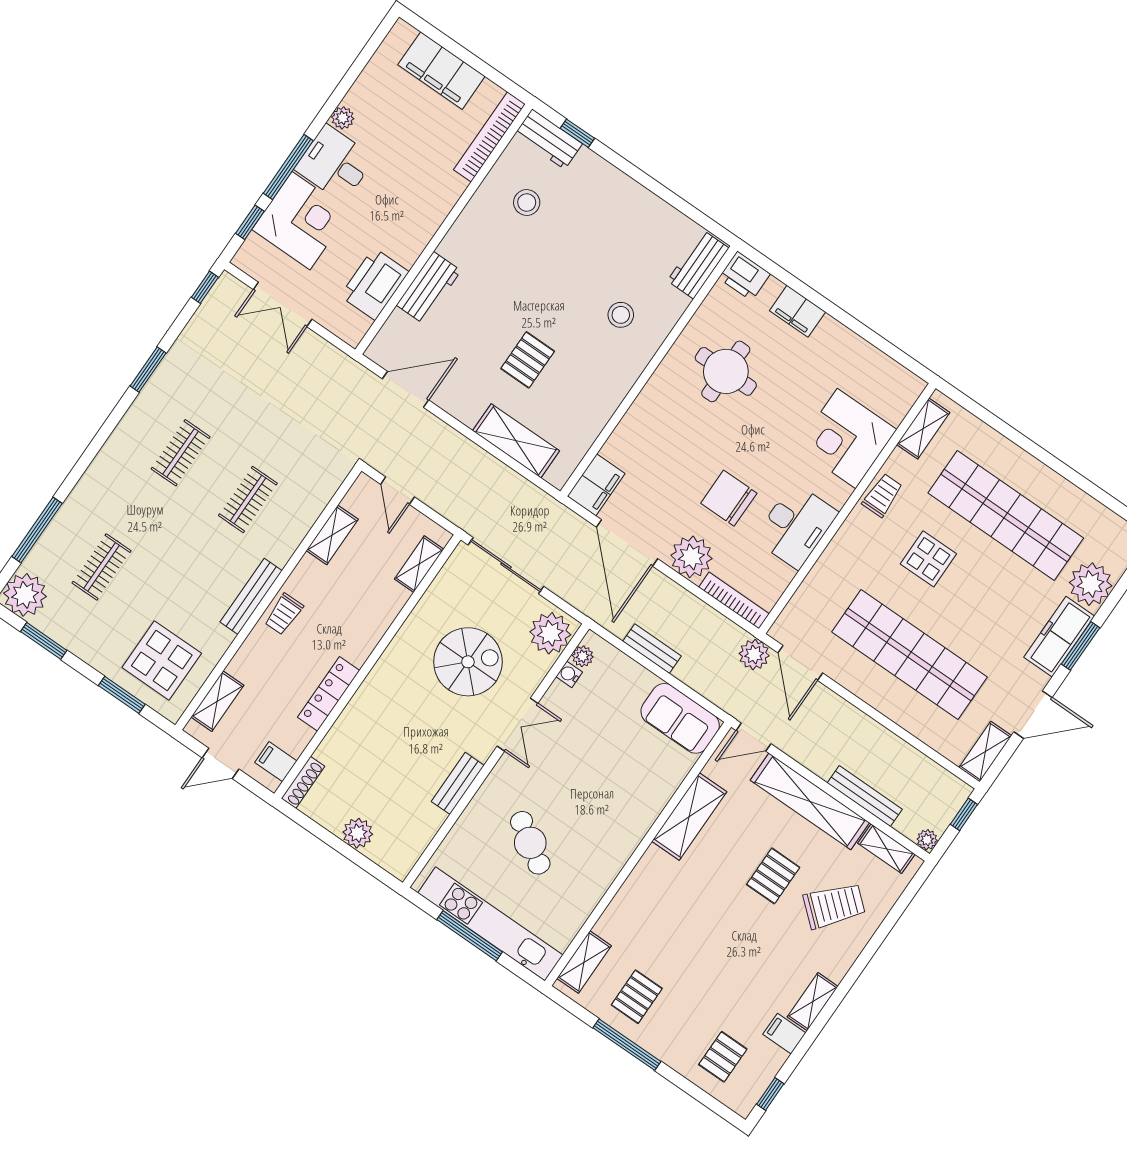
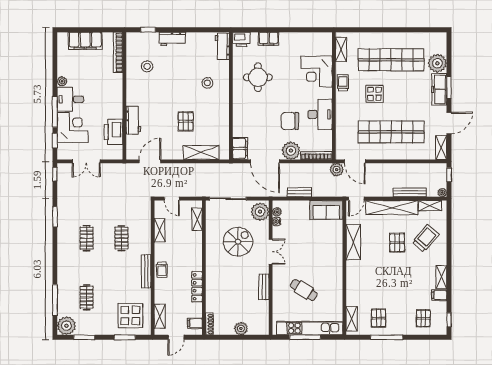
workbench: (548, 139) -> (172, 39), moved

